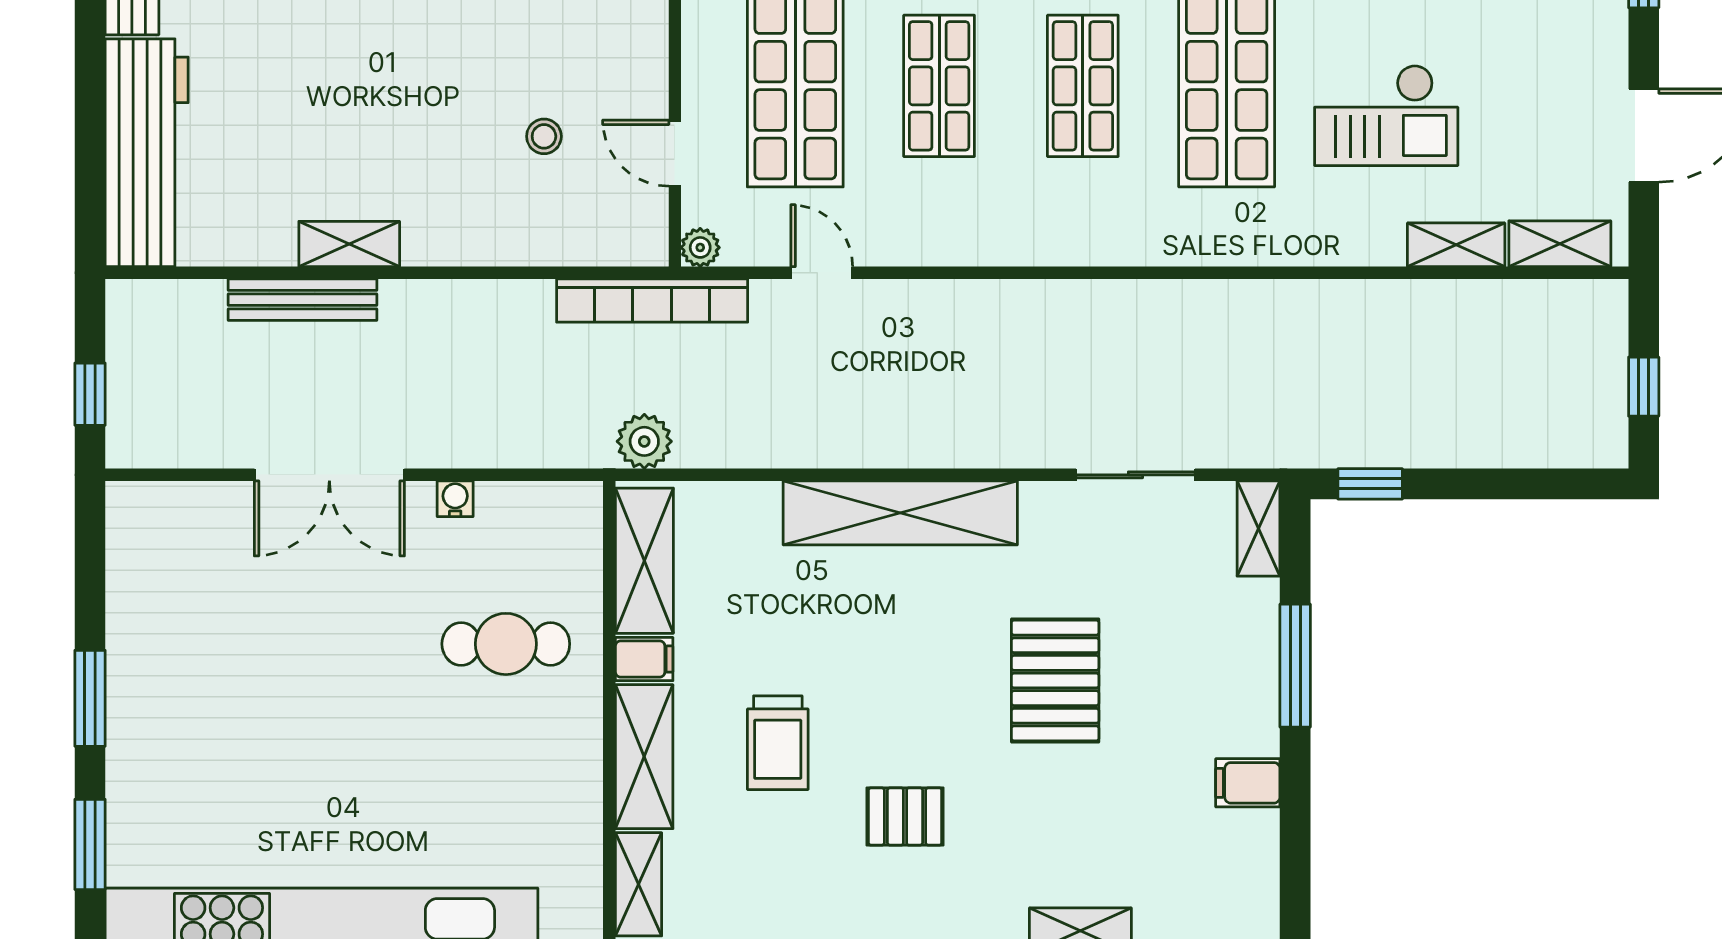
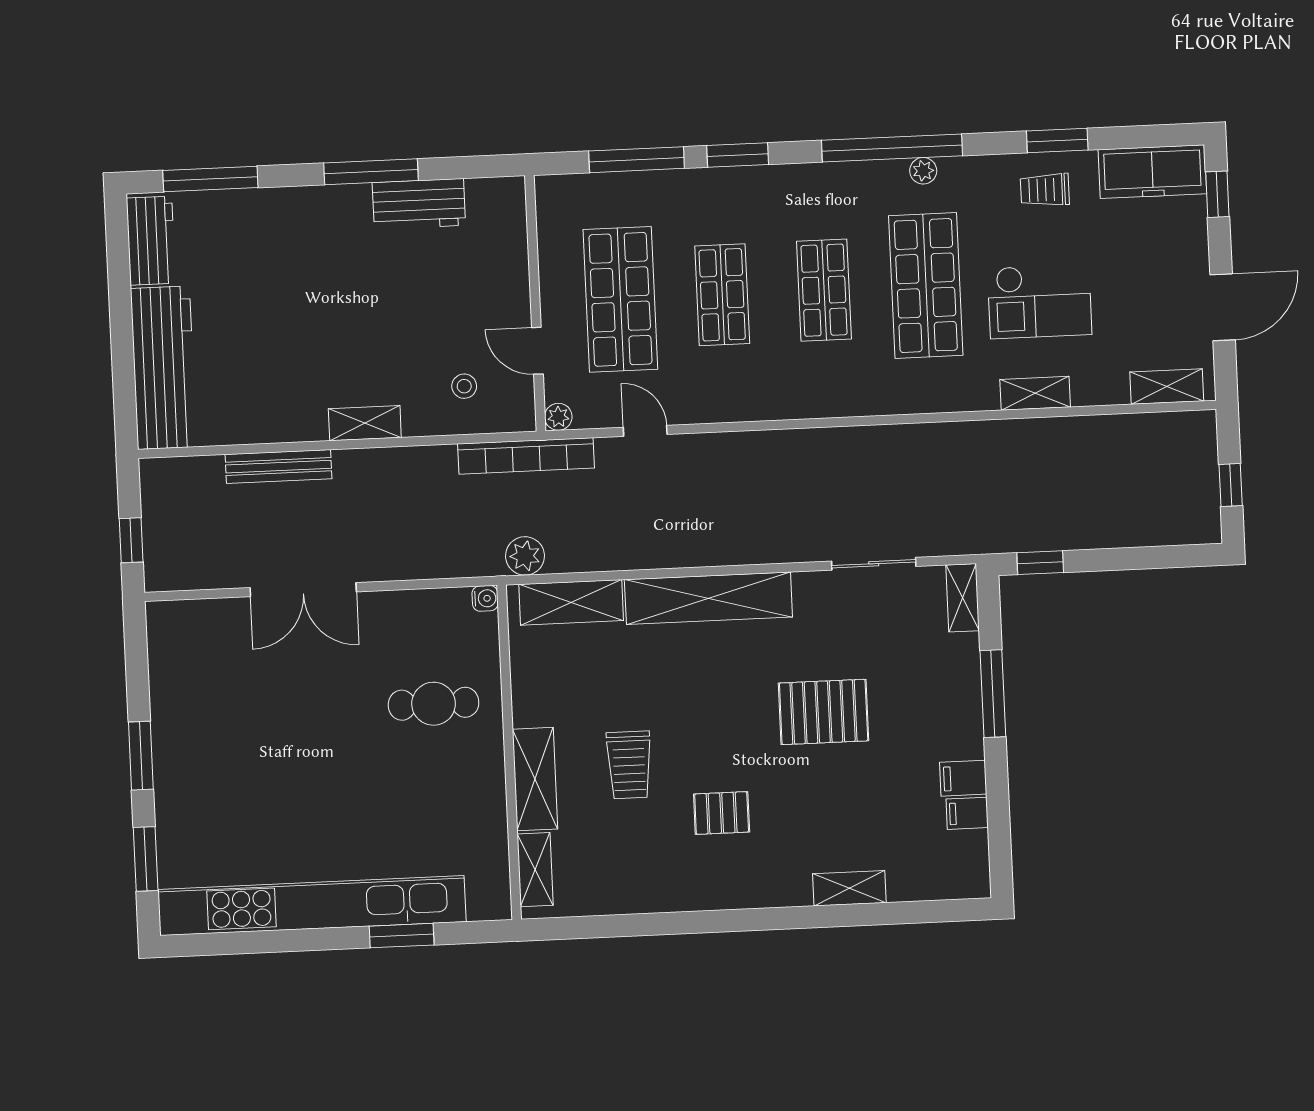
stool: (544, 136) -> (464, 386), moved
shelving: (349, 244) -> (365, 423), moved
shelving: (1456, 245) -> (1035, 393), moved
water cooler: (455, 499) -> (485, 598), moved, turned 90
shelving: (644, 561) -> (571, 602), moved, turned 90
filing cabinet: (644, 659) -> (967, 813), moved, turned 180
pallet: (1055, 681) -> (824, 712), turned 90

